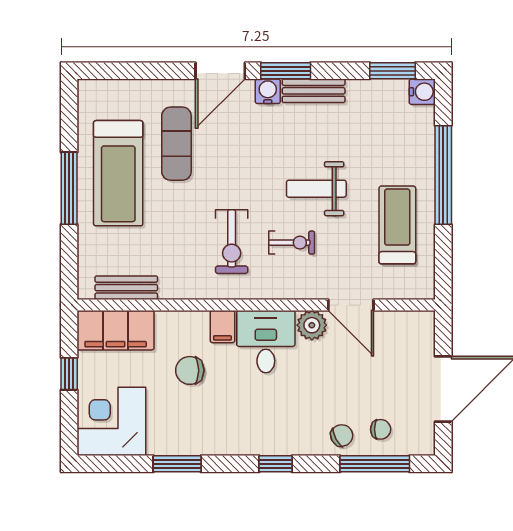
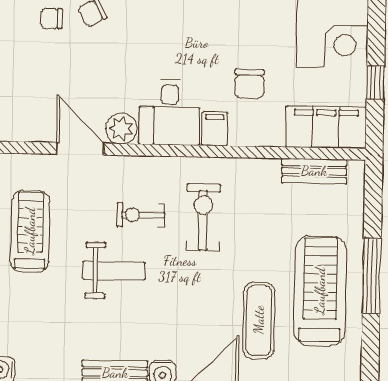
treadmill: (397, 225) -> (30, 231), turned 180
chair: (190, 370) -> (249, 84), turned 90

